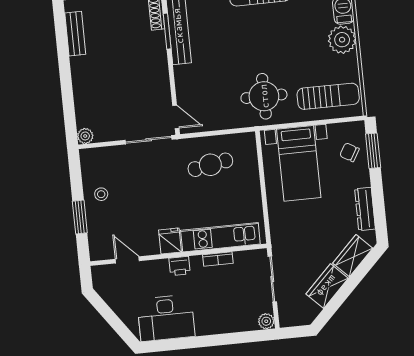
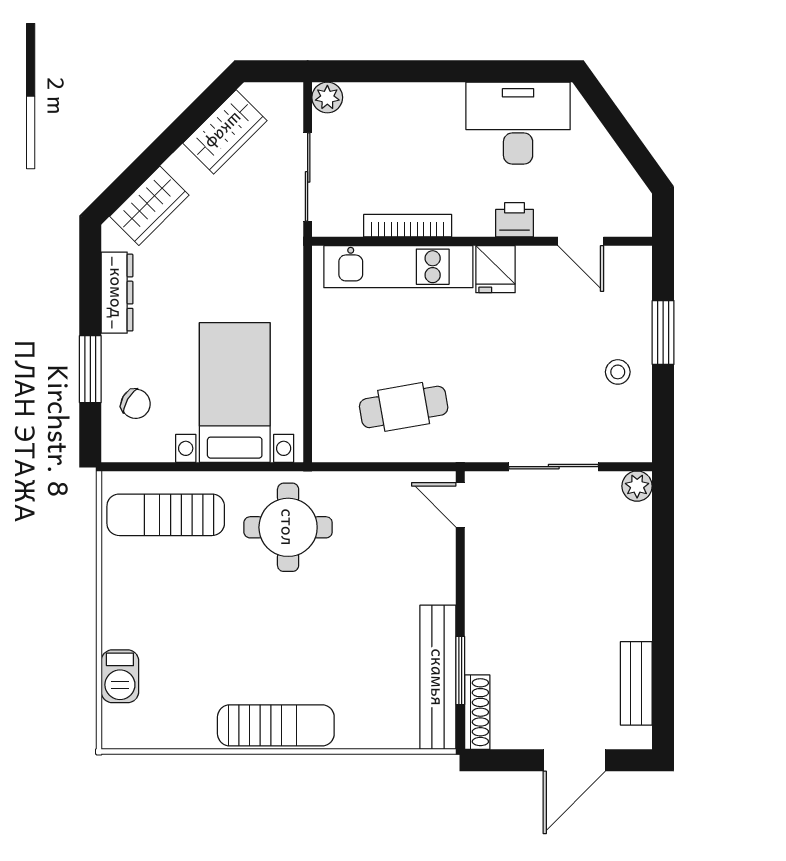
plant: (342, 40) -> (128, 620), removed
sliding door: (149, 140) -> (554, 467), moved
window: (373, 151) -> (90, 369), moved
bookcase: (218, 259) -> (408, 226), width x1.56
printer: (180, 266) -> (515, 220), moved
wardrobe: (327, 286) -> (225, 132), moved

